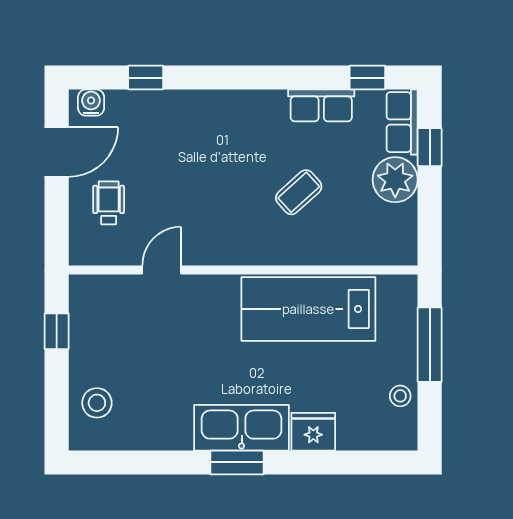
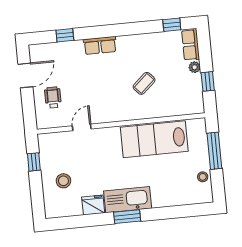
water cooler: (91, 103) -> (40, 50), removed
row of seats: (321, 105) -> (100, 45), moved
window: (430, 147) -> (208, 81), moved
plant: (395, 180) -> (195, 67), width x0.53, depth x0.53
stool: (97, 403) -> (63, 181), moved
fridge: (313, 432) -> (93, 205), moved

